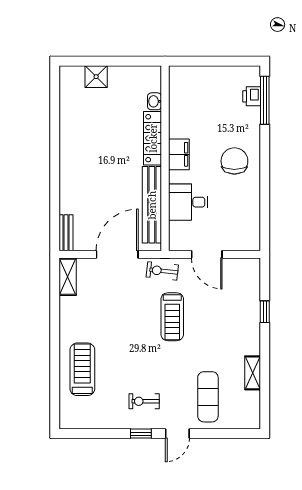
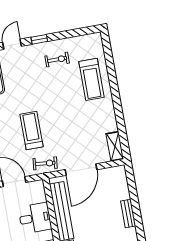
bench: (66, 233) -> (128, 214), moved
exercise bike: (144, 401) -> (57, 60), moved

